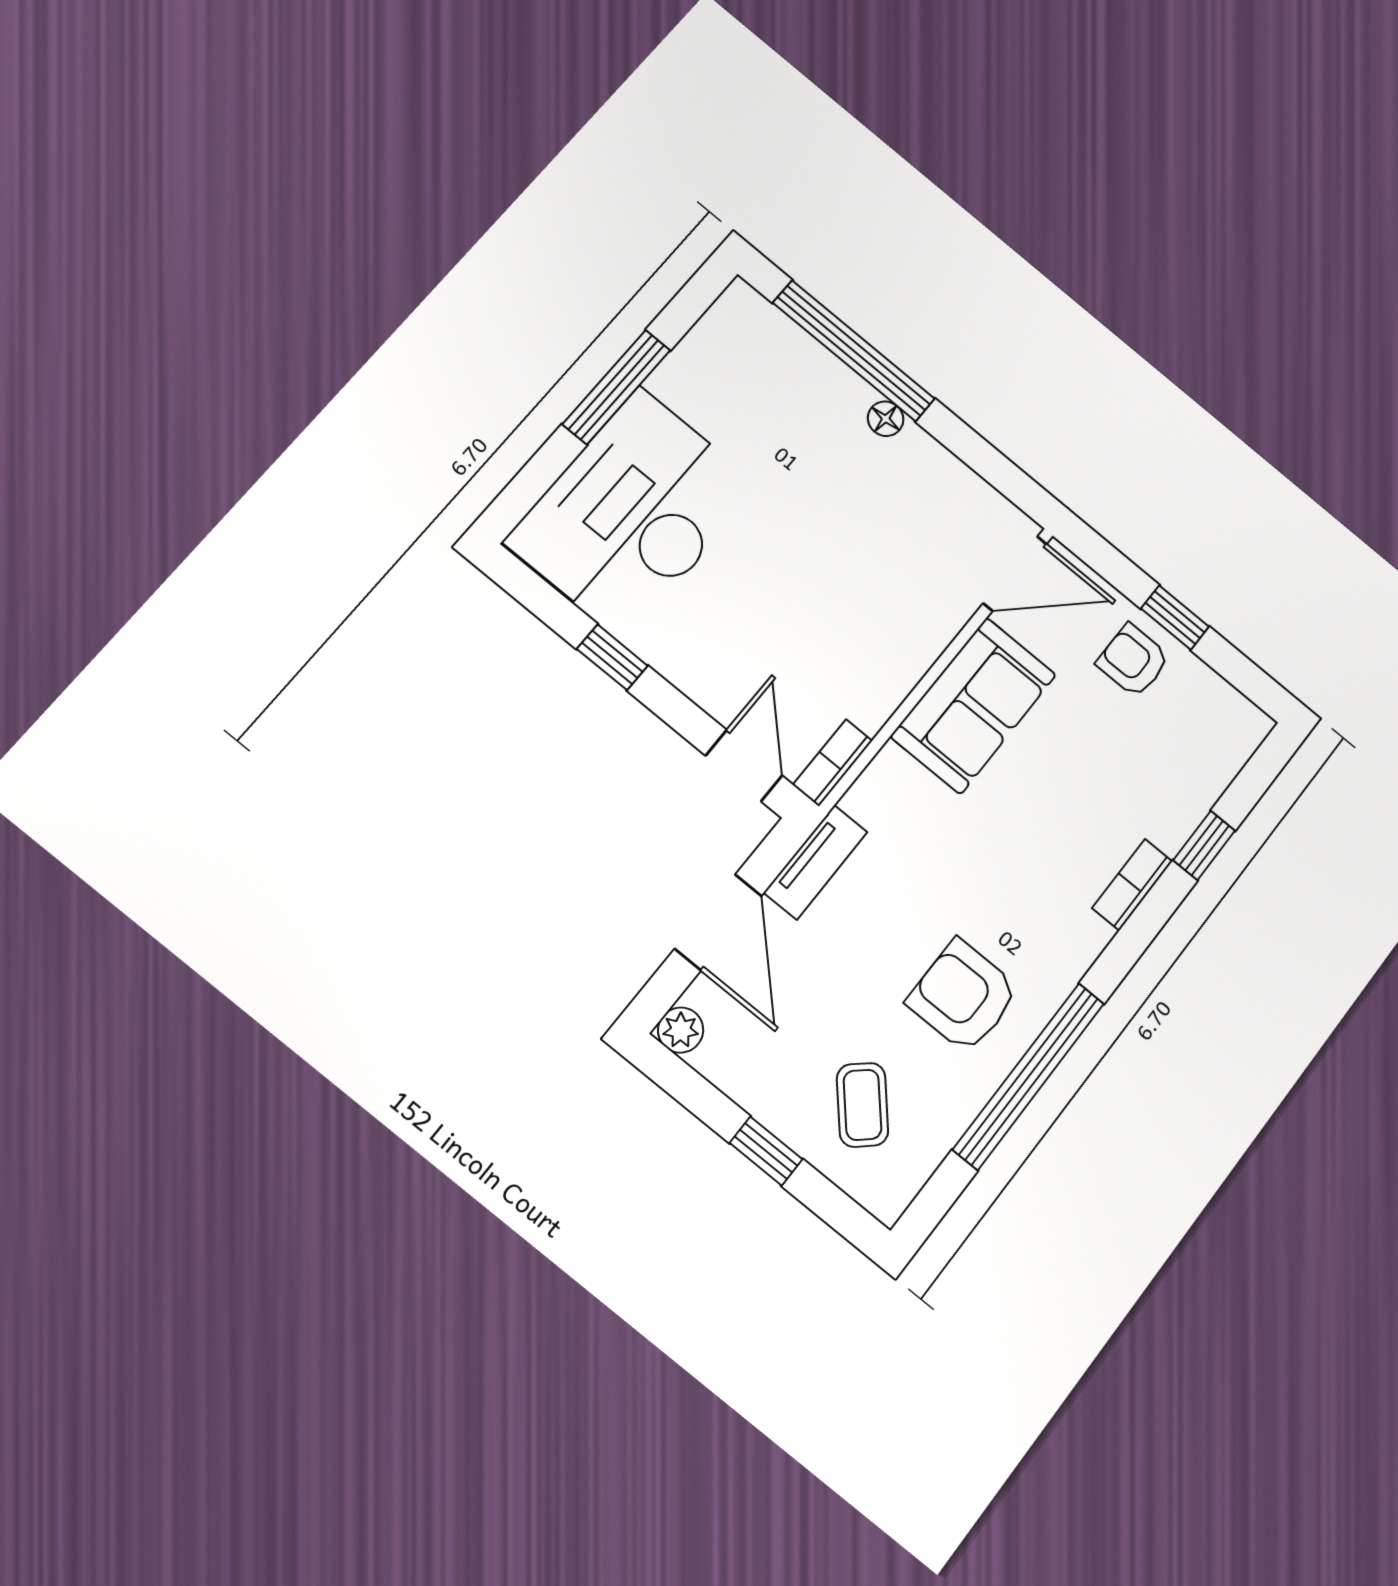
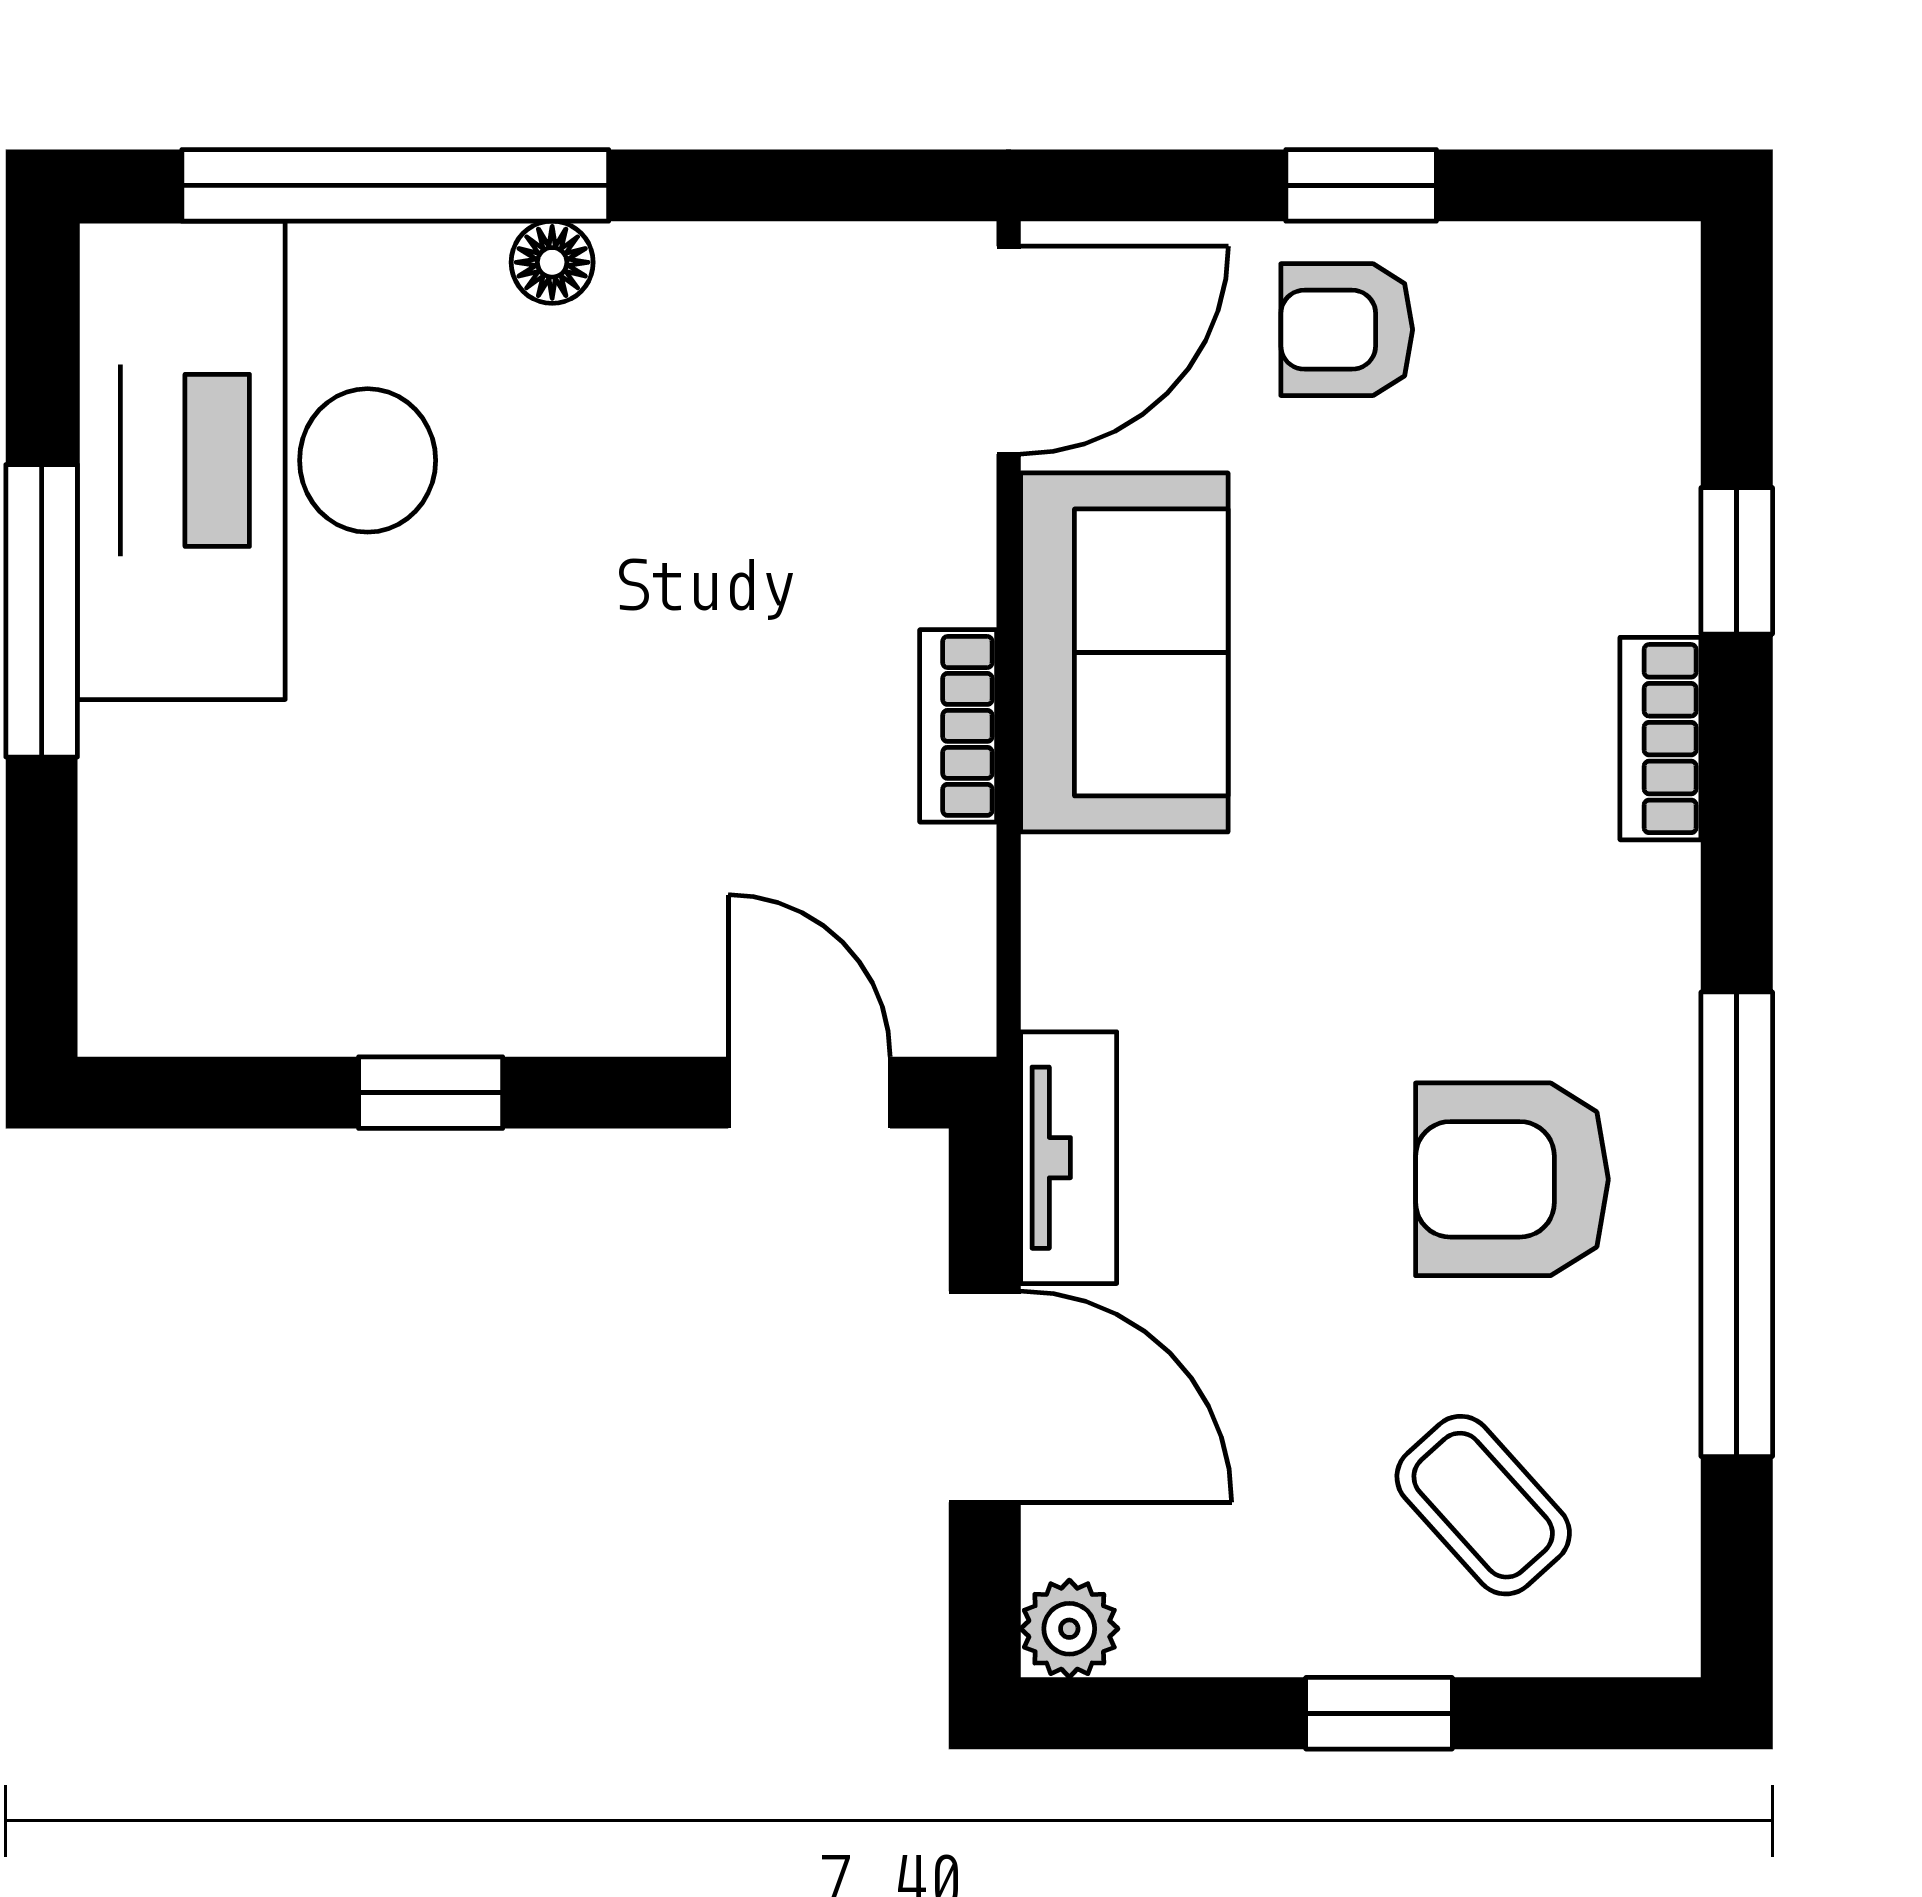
desk: (633, 514) -> (257, 460), moved
bookcase: (833, 763) -> (958, 726), moved

